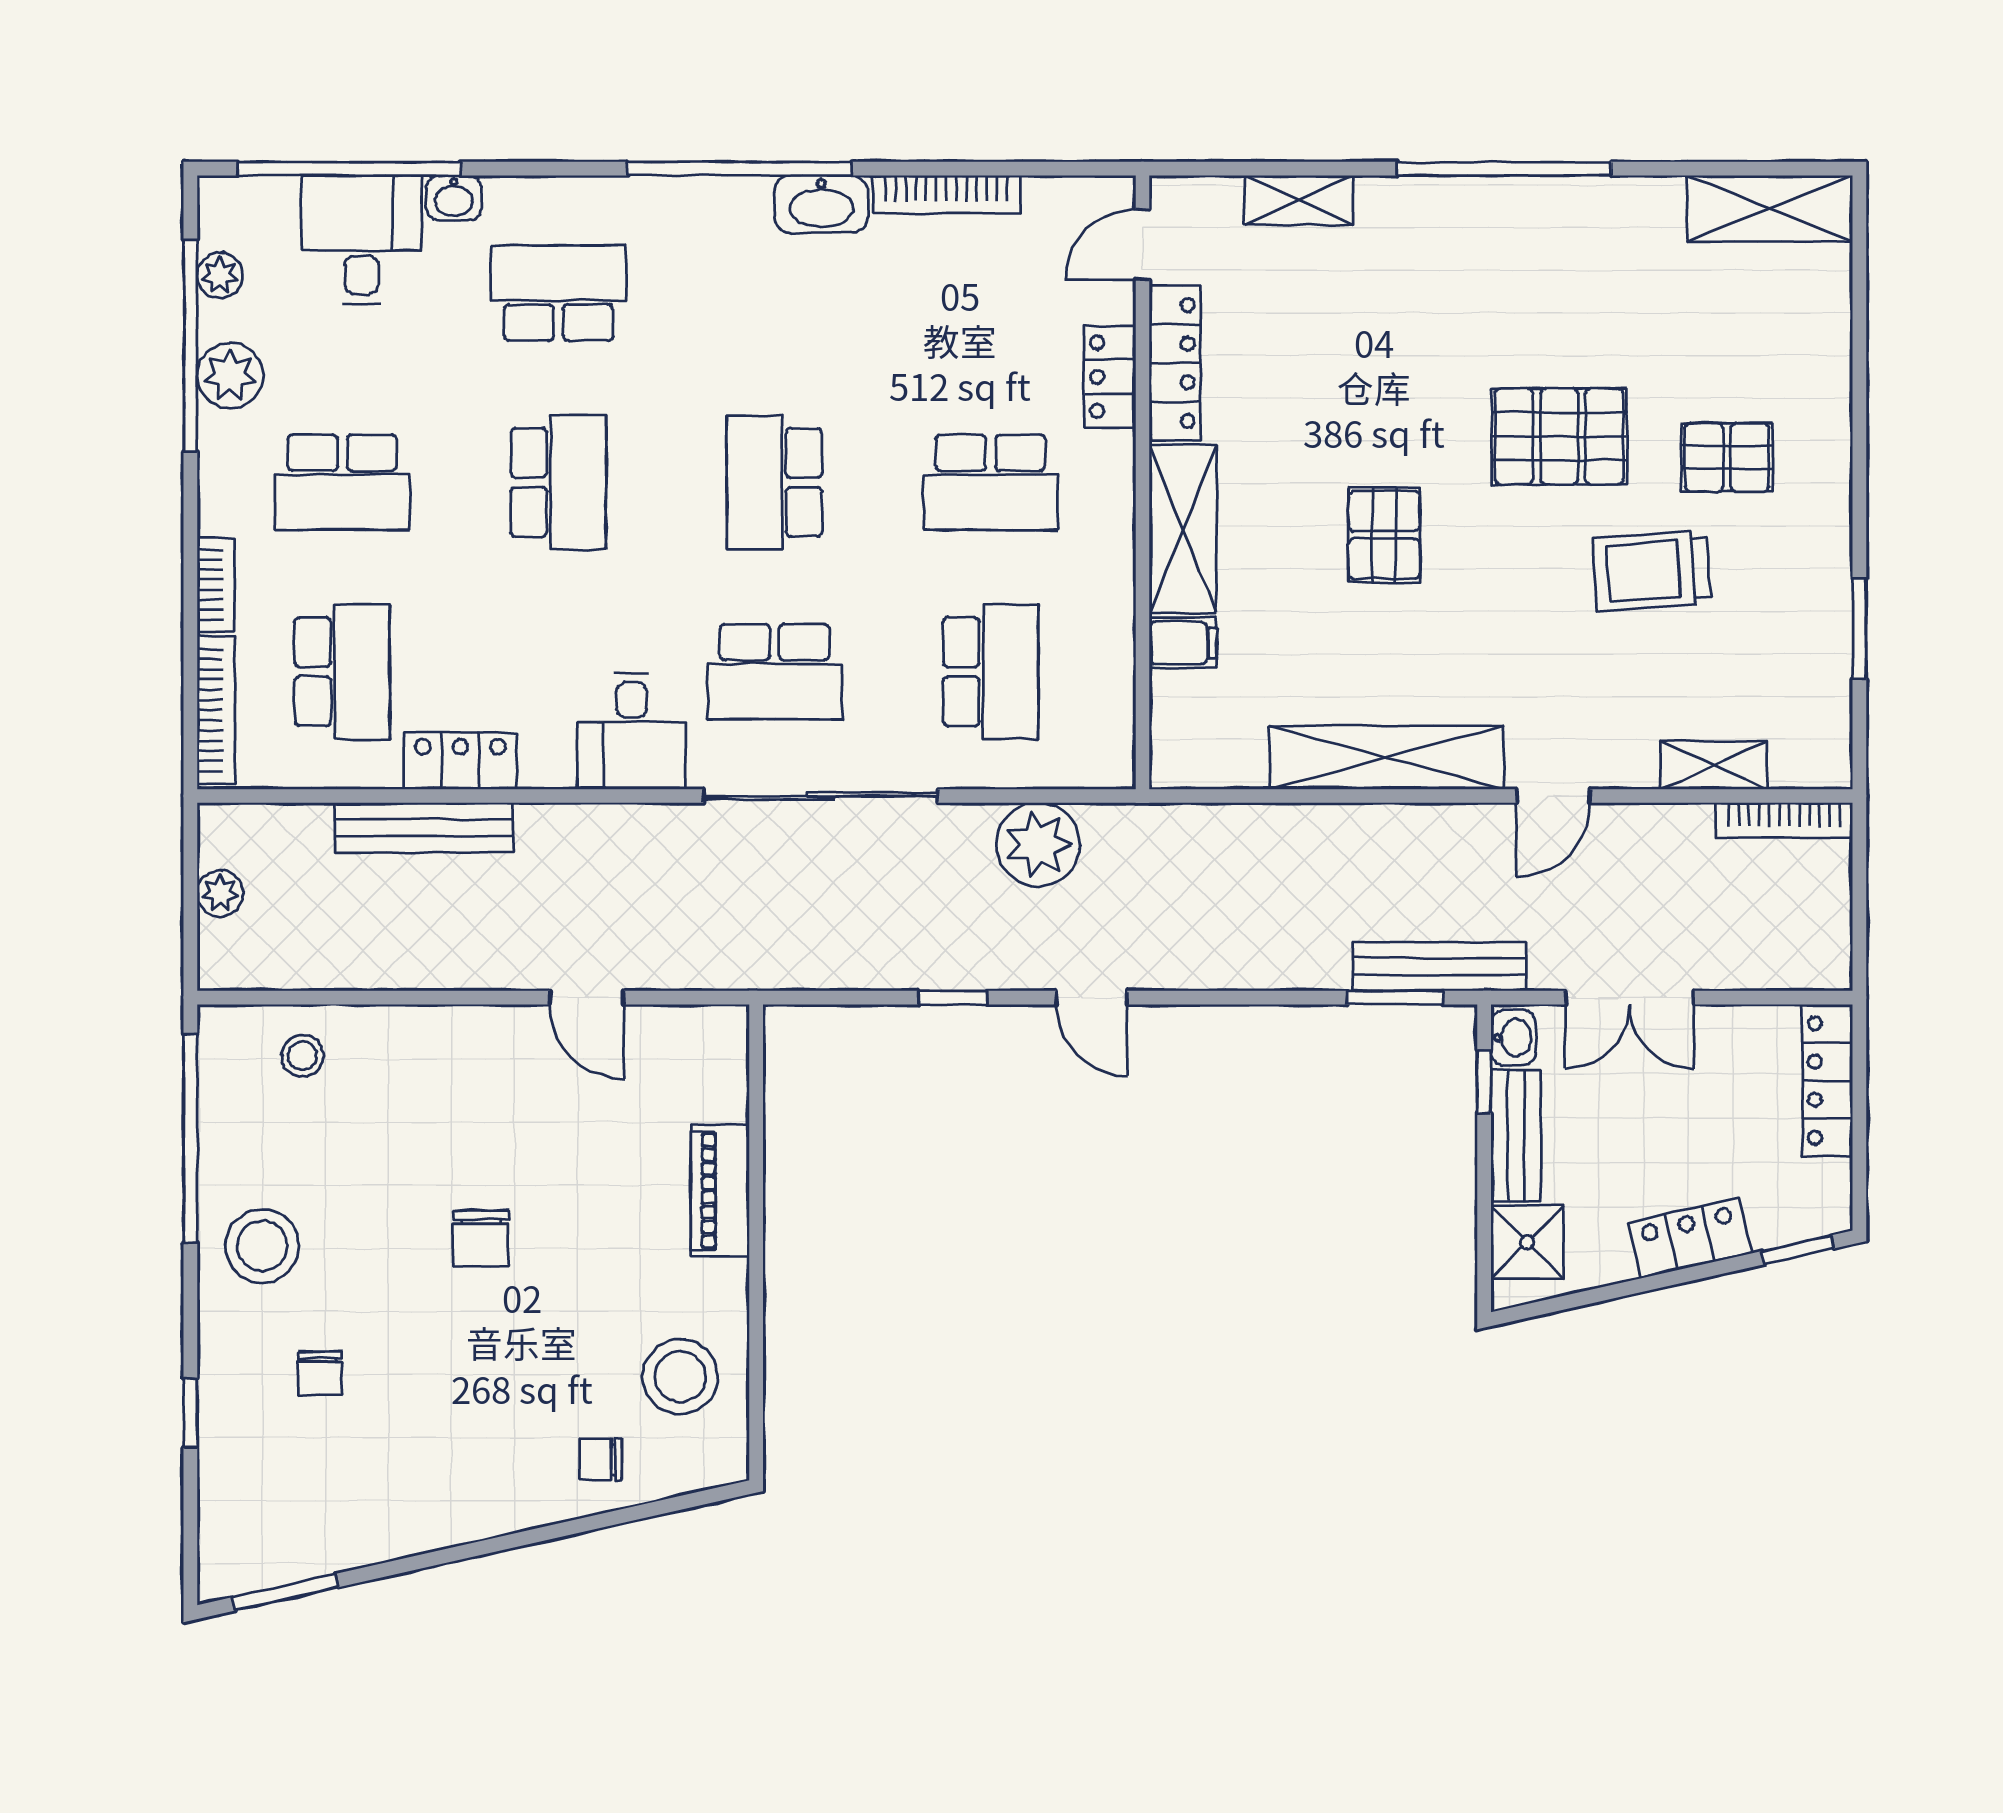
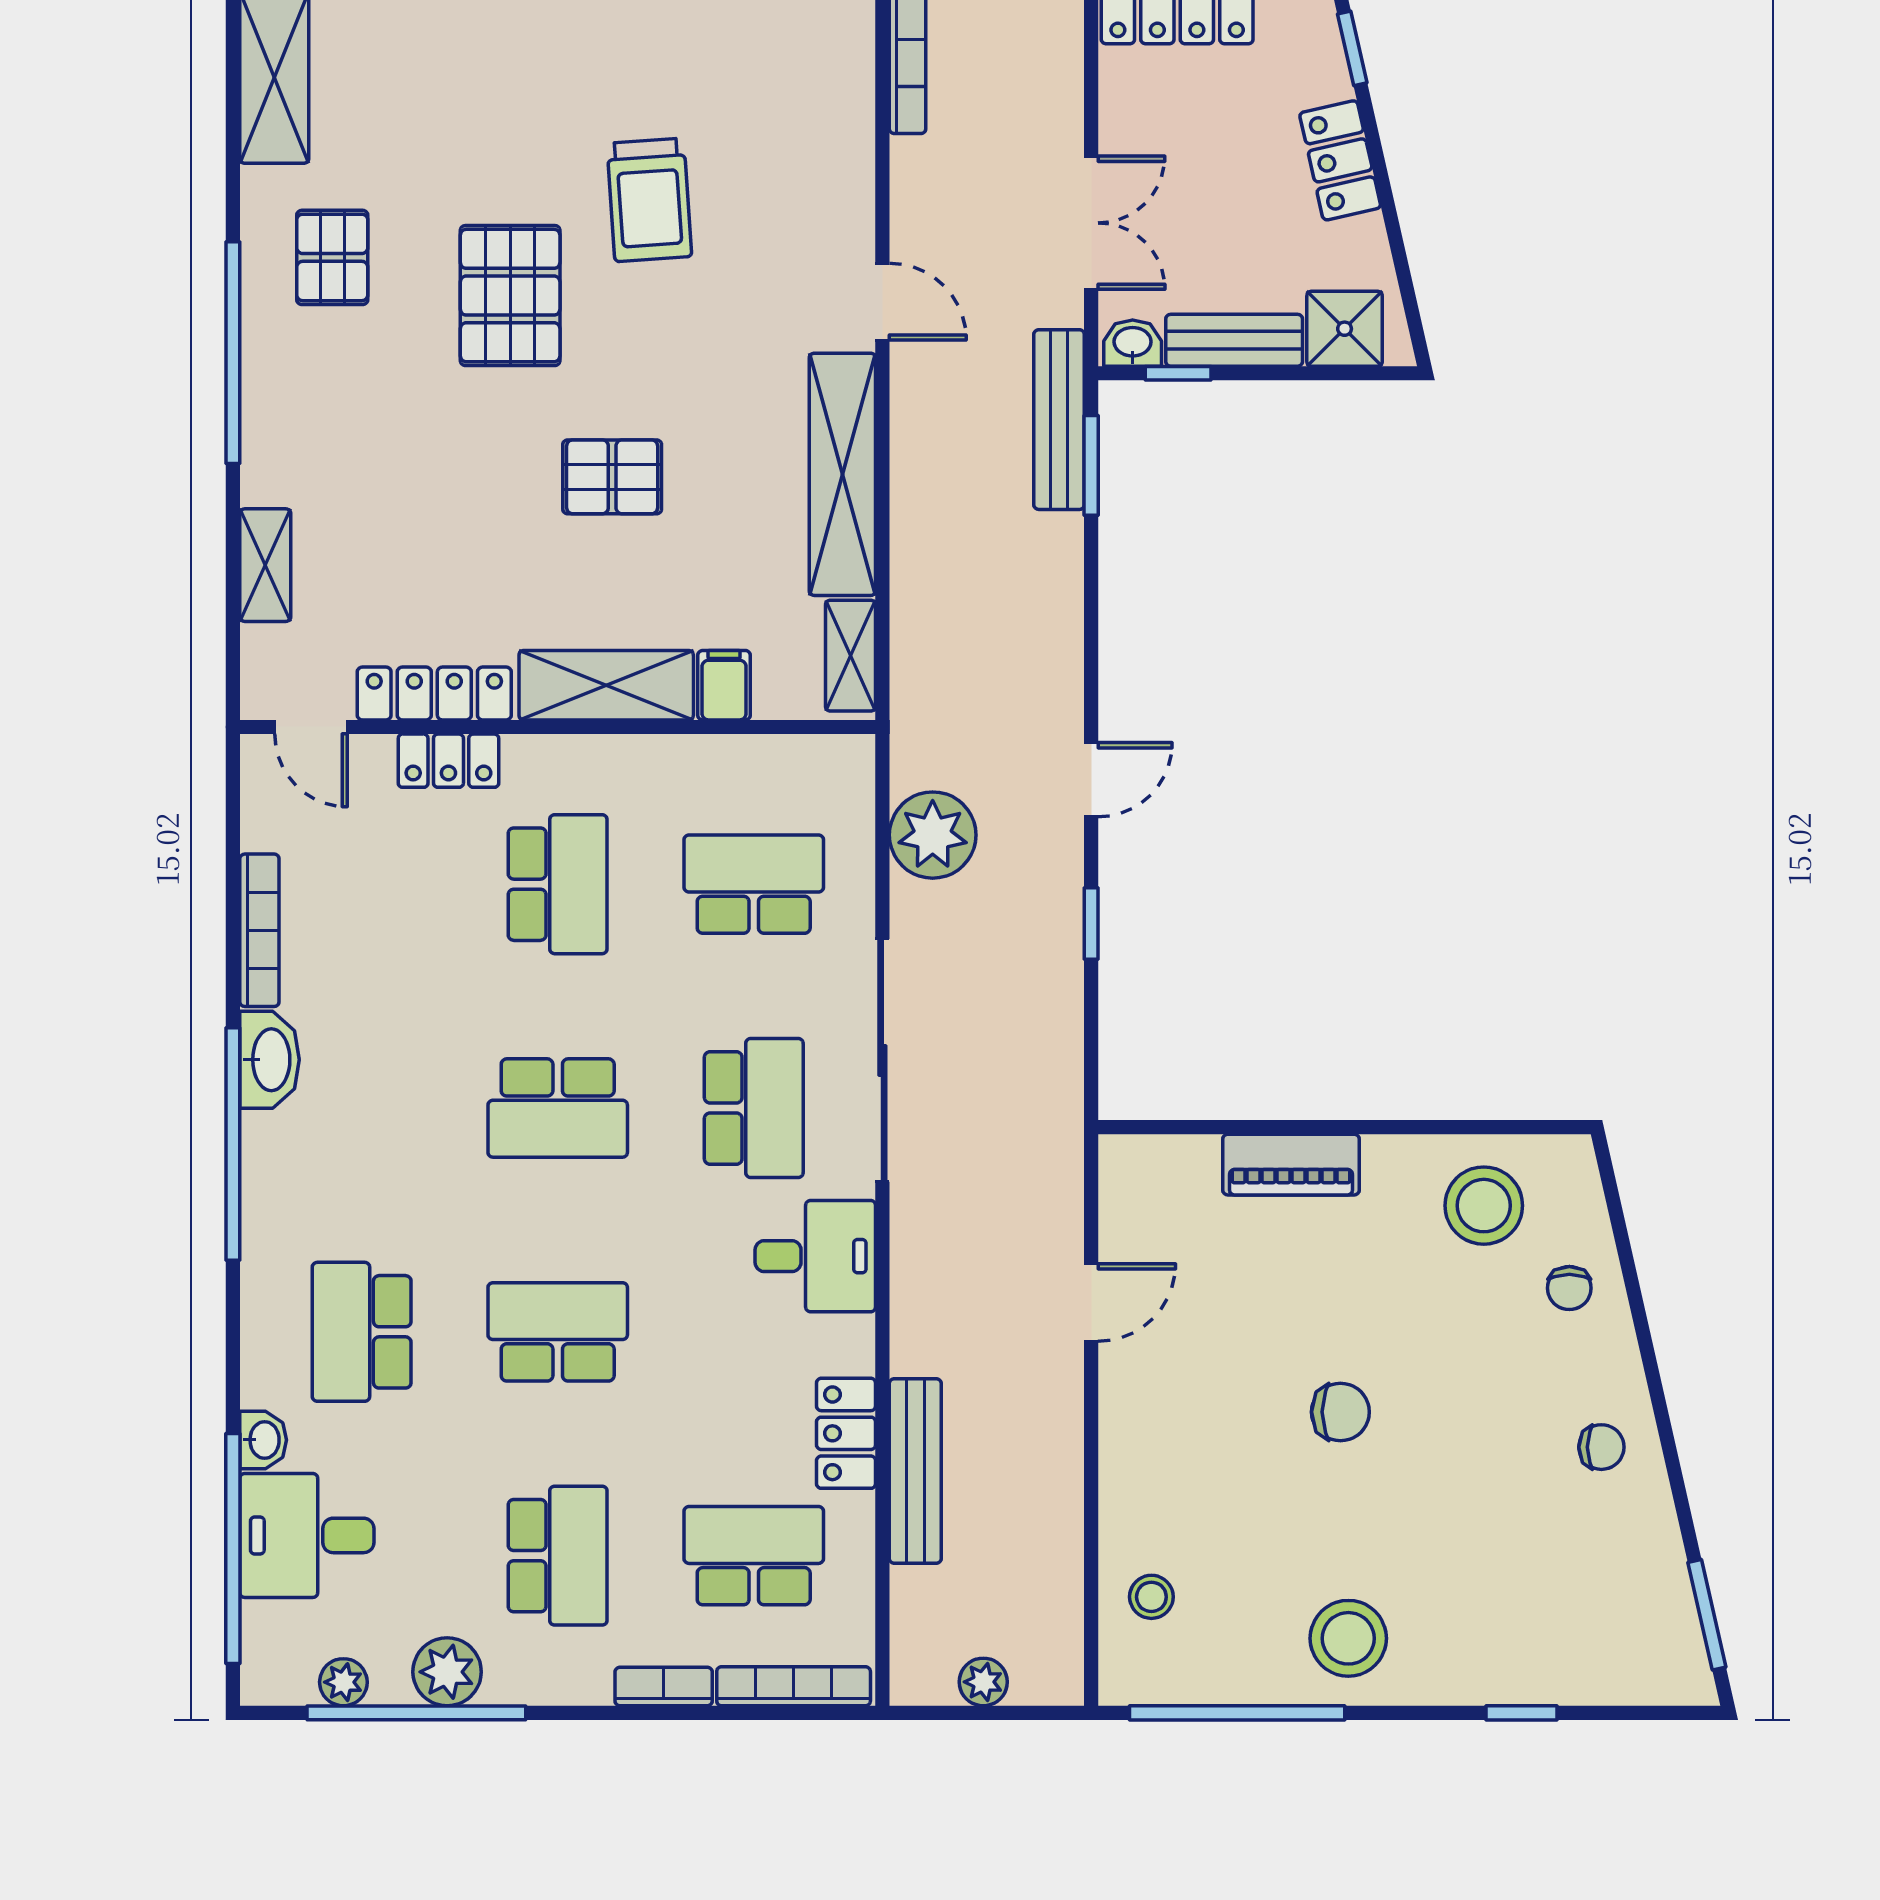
pallet: (1727, 457) -> (332, 257), moved
shelving: (1714, 765) -> (851, 656), moved
chair: (320, 1373) -> (1601, 1447), moved

